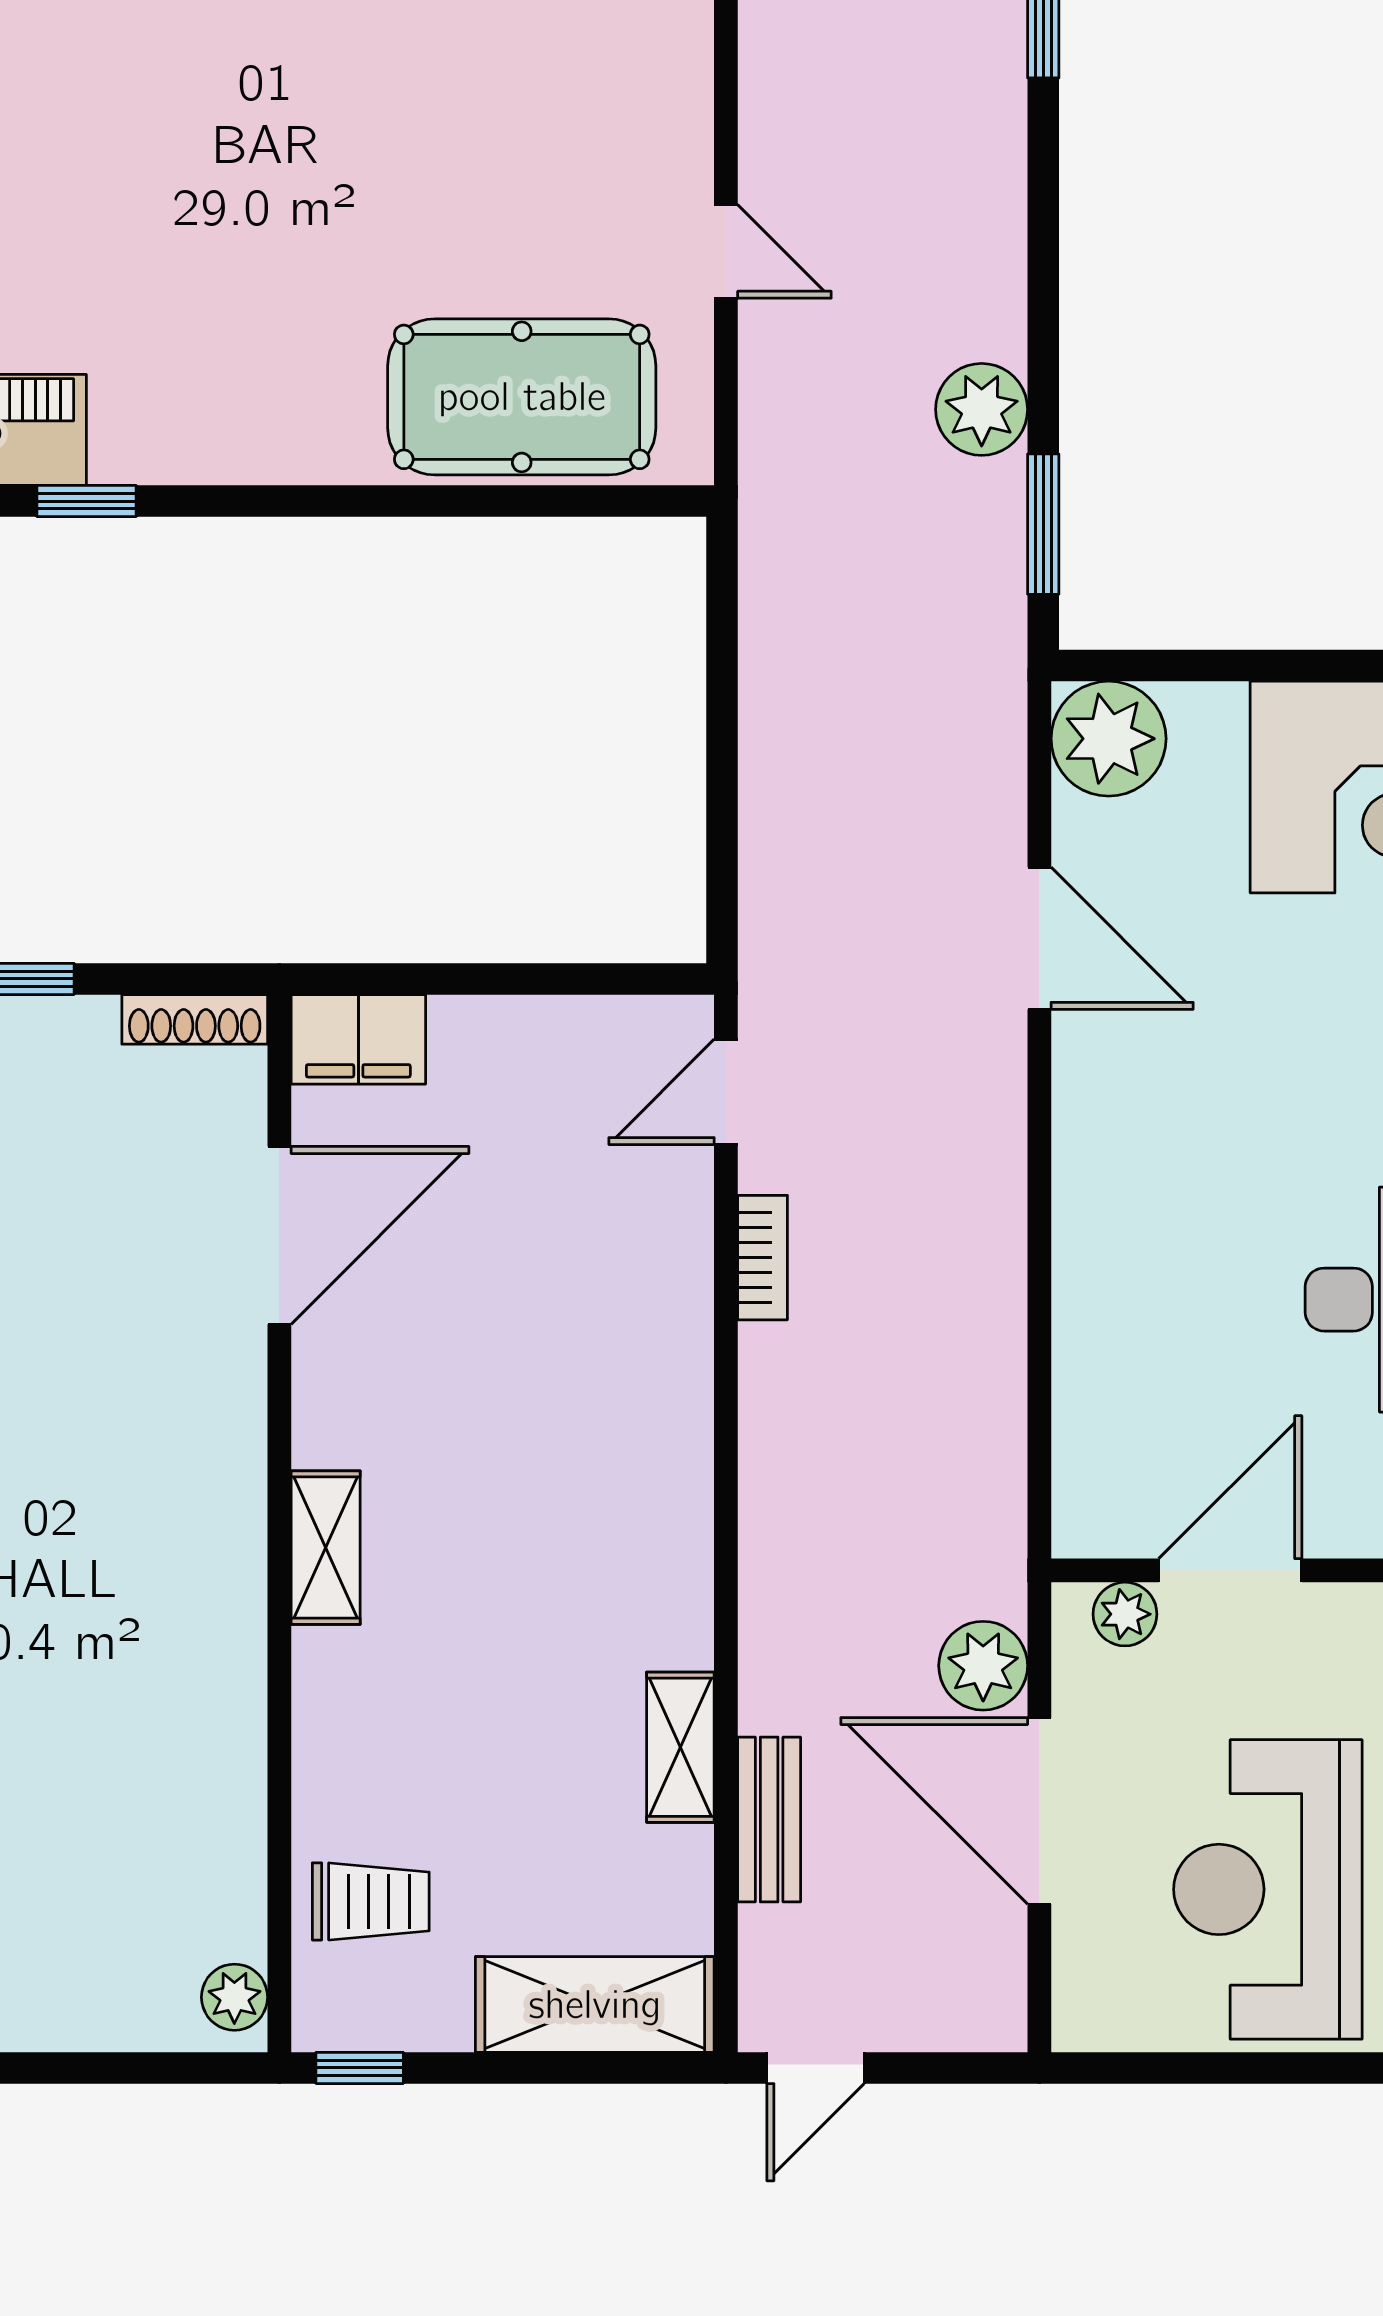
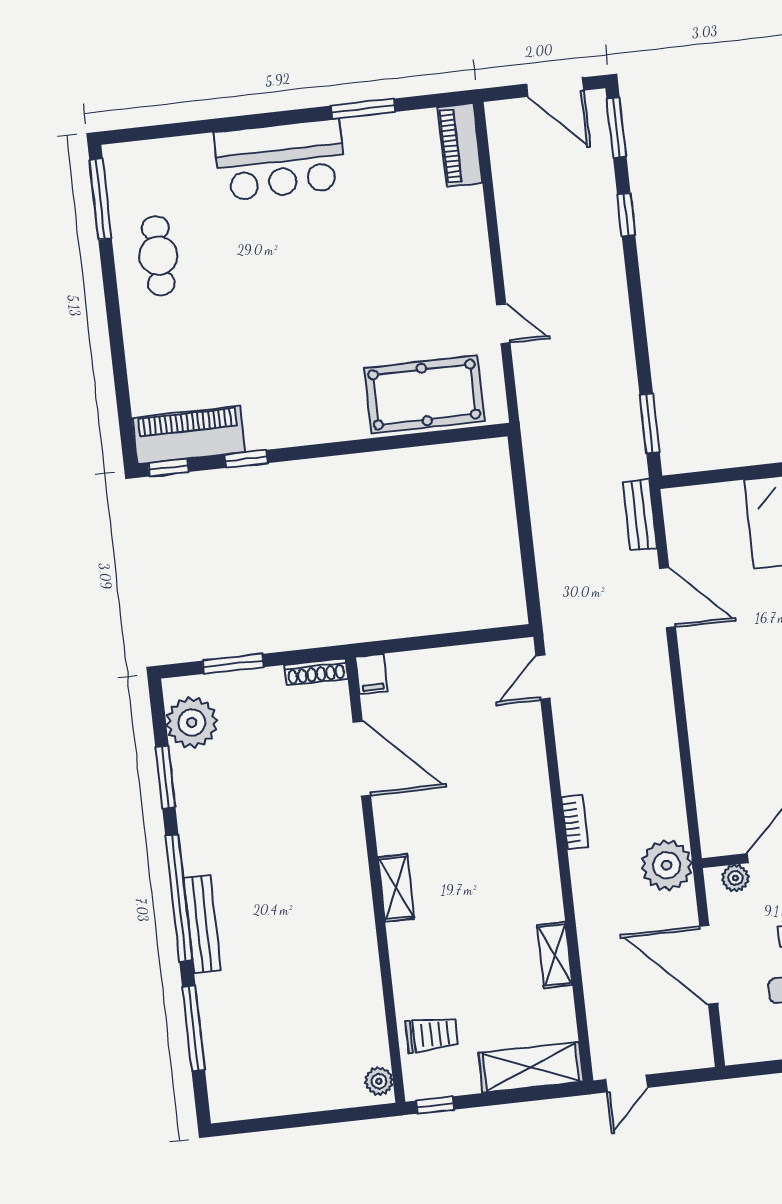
plant: (982, 409) -> (618, 378), removed
plant: (1109, 739) -> (687, 511), removed
filing cabinet: (358, 1039) -> (372, 674), width x0.50
door: (279, 1235) -> (362, 759), hinge flipped
bookcase: (763, 1258) -> (575, 822), moved
plant: (983, 1666) -> (667, 865), moved, width x1.36, depth x1.36
bench: (769, 1820) -> (640, 515), moved

